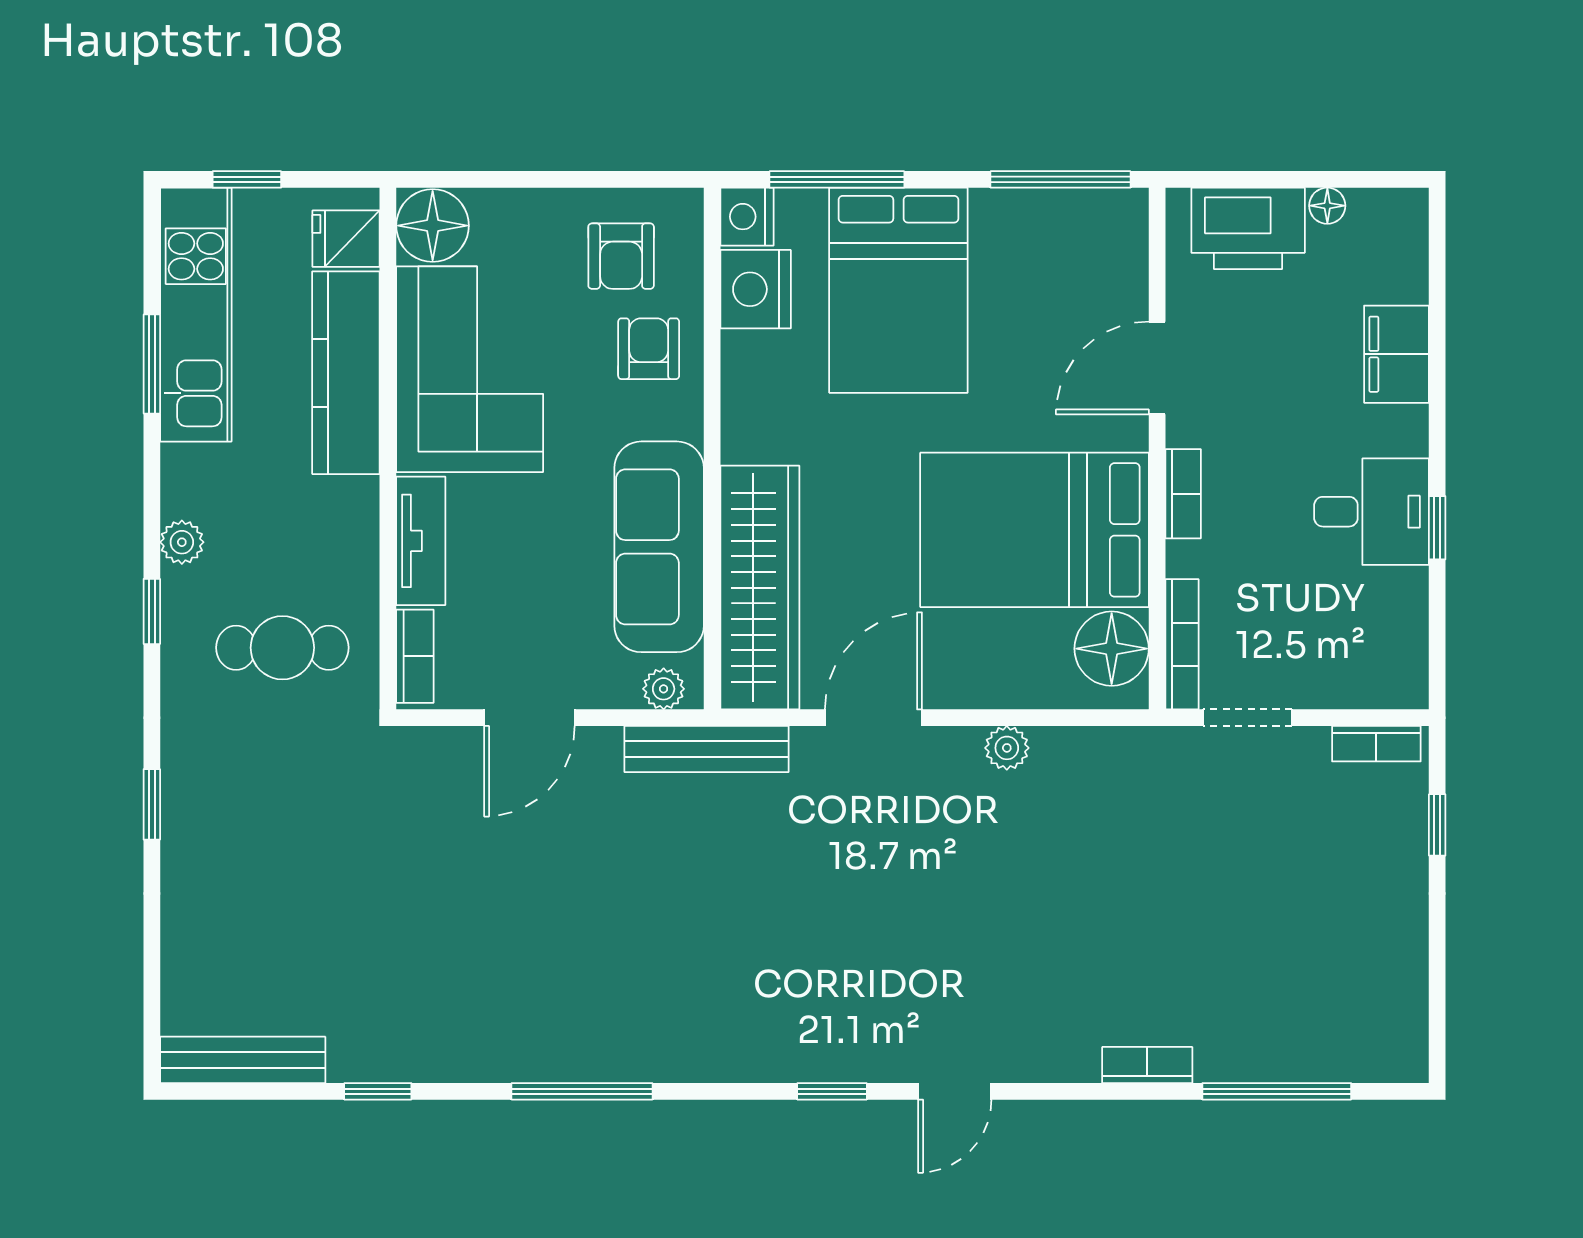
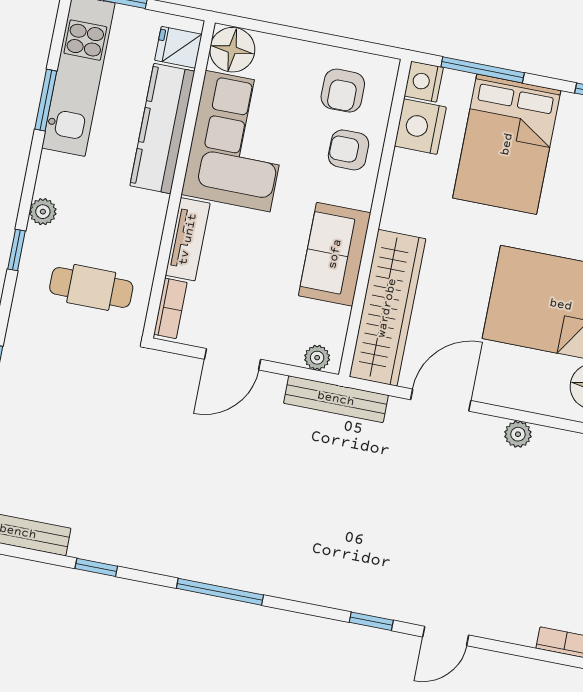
armchair: (649, 349) -> (349, 150), turned -90
sofa: (659, 547) -> (335, 254), width x0.73

